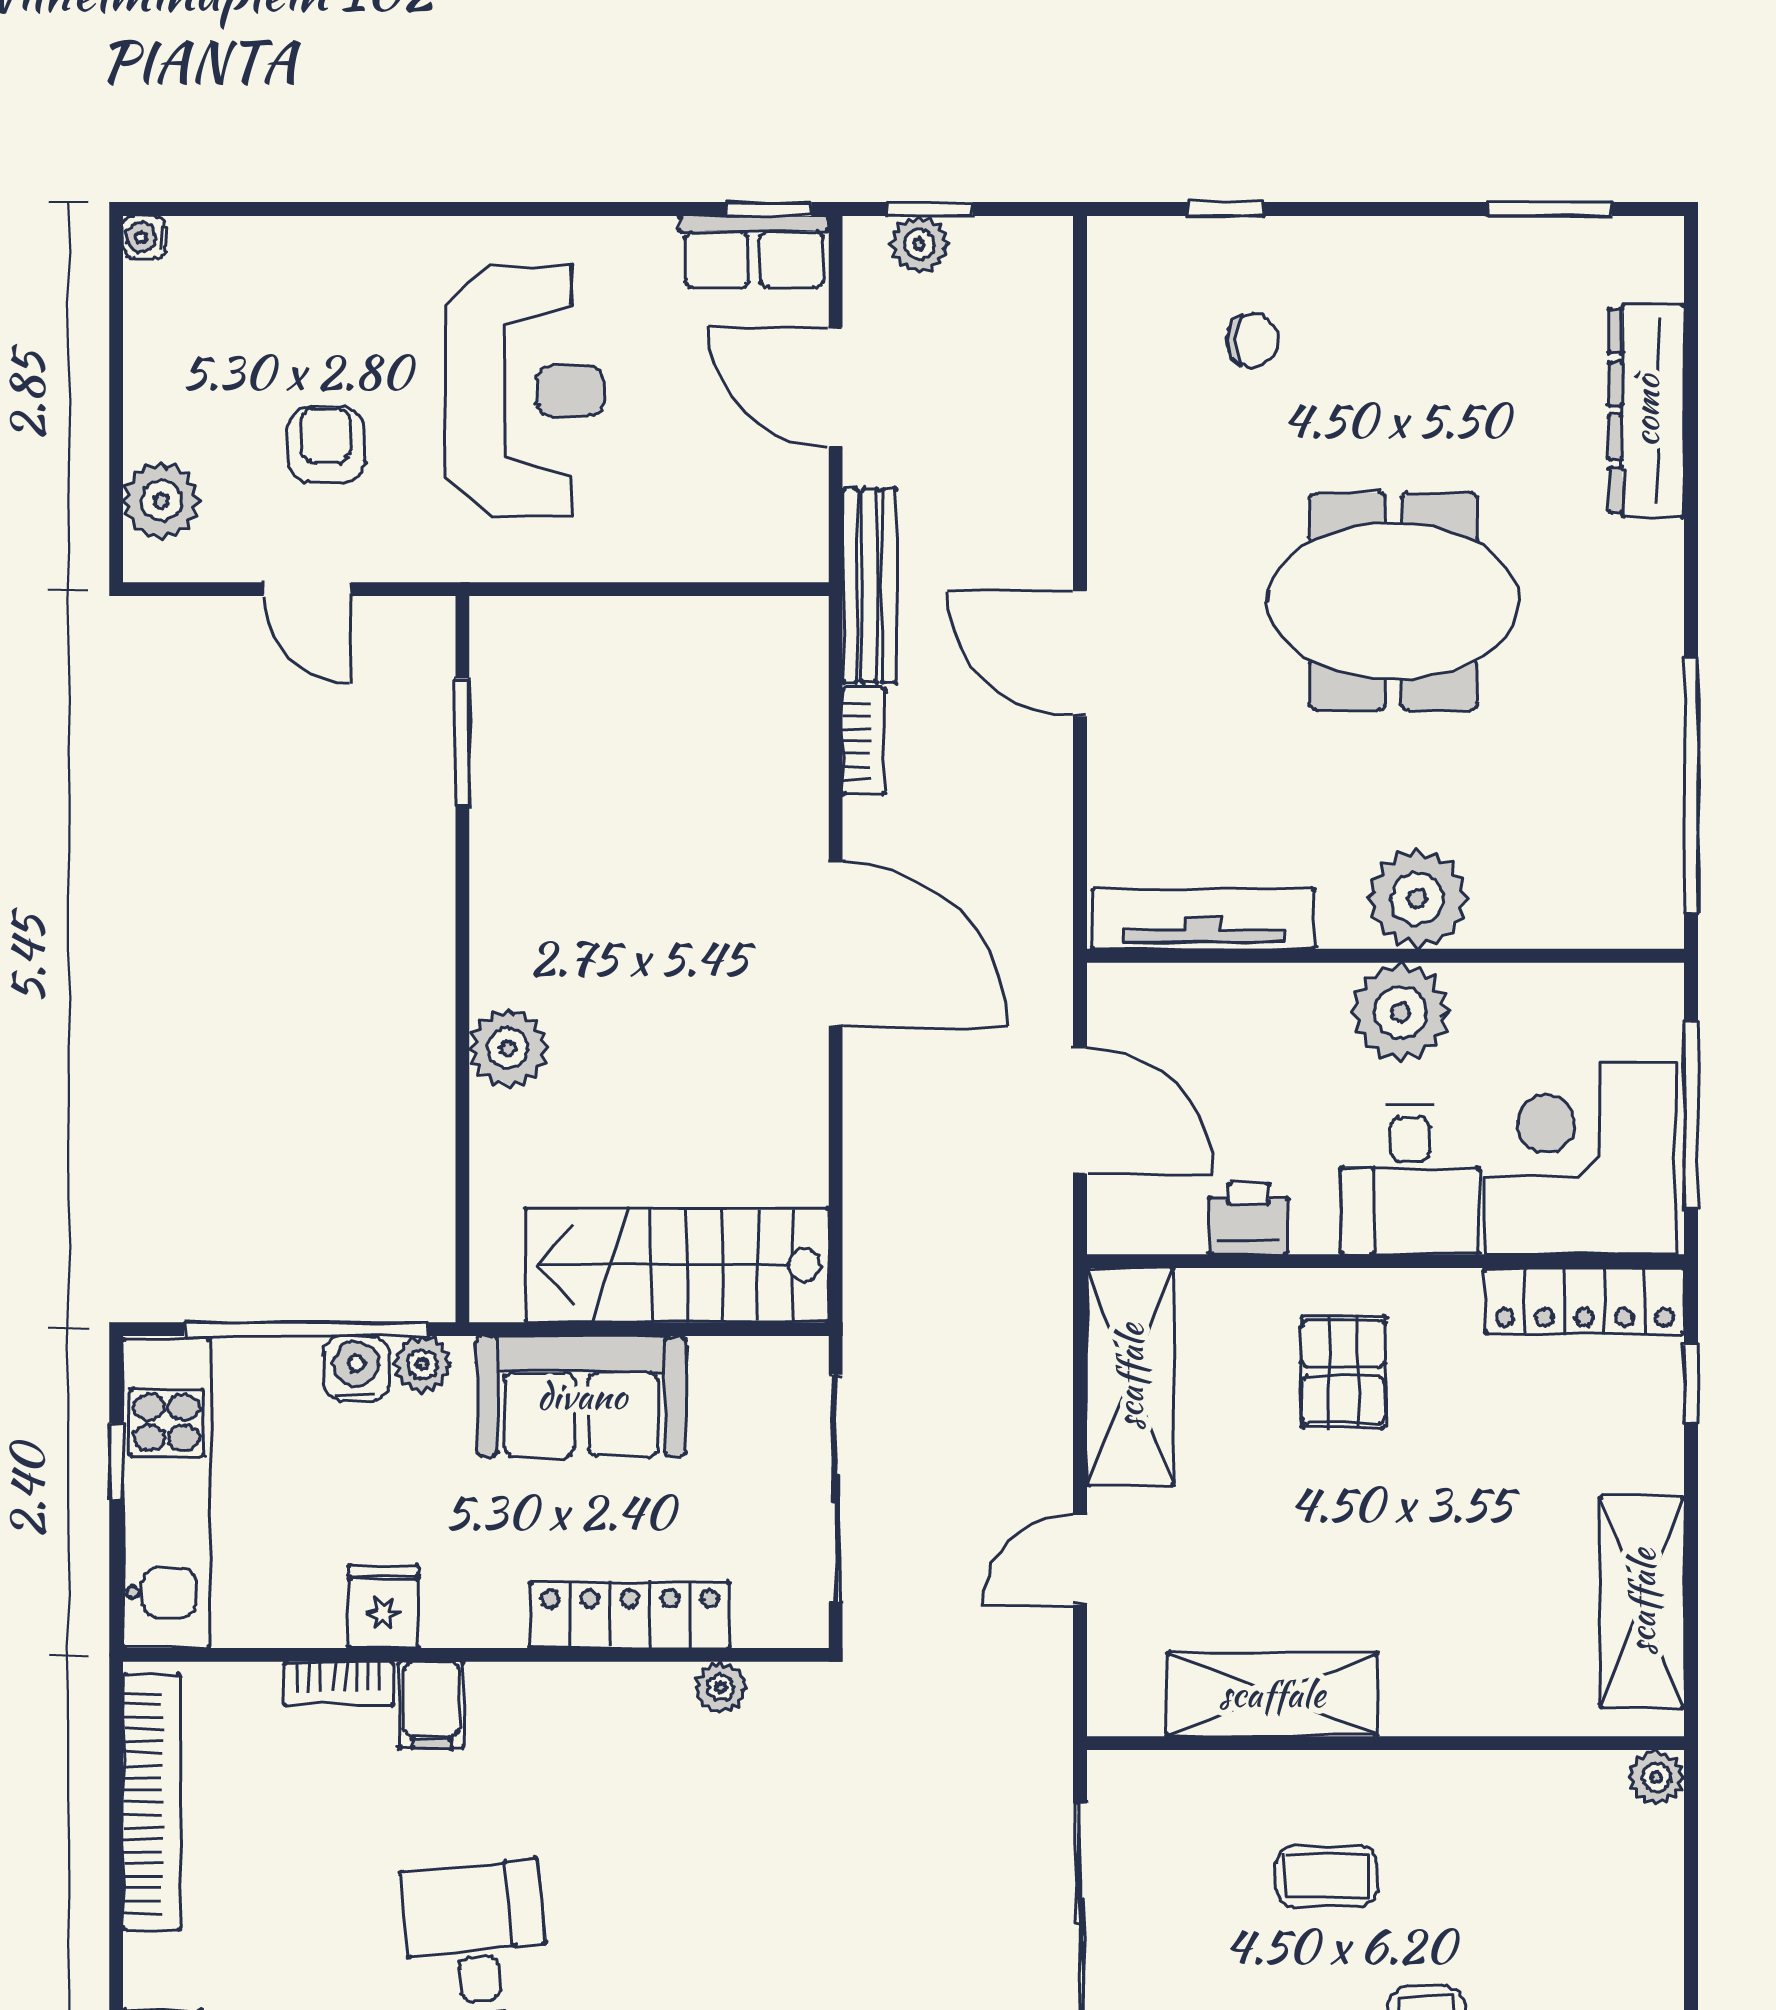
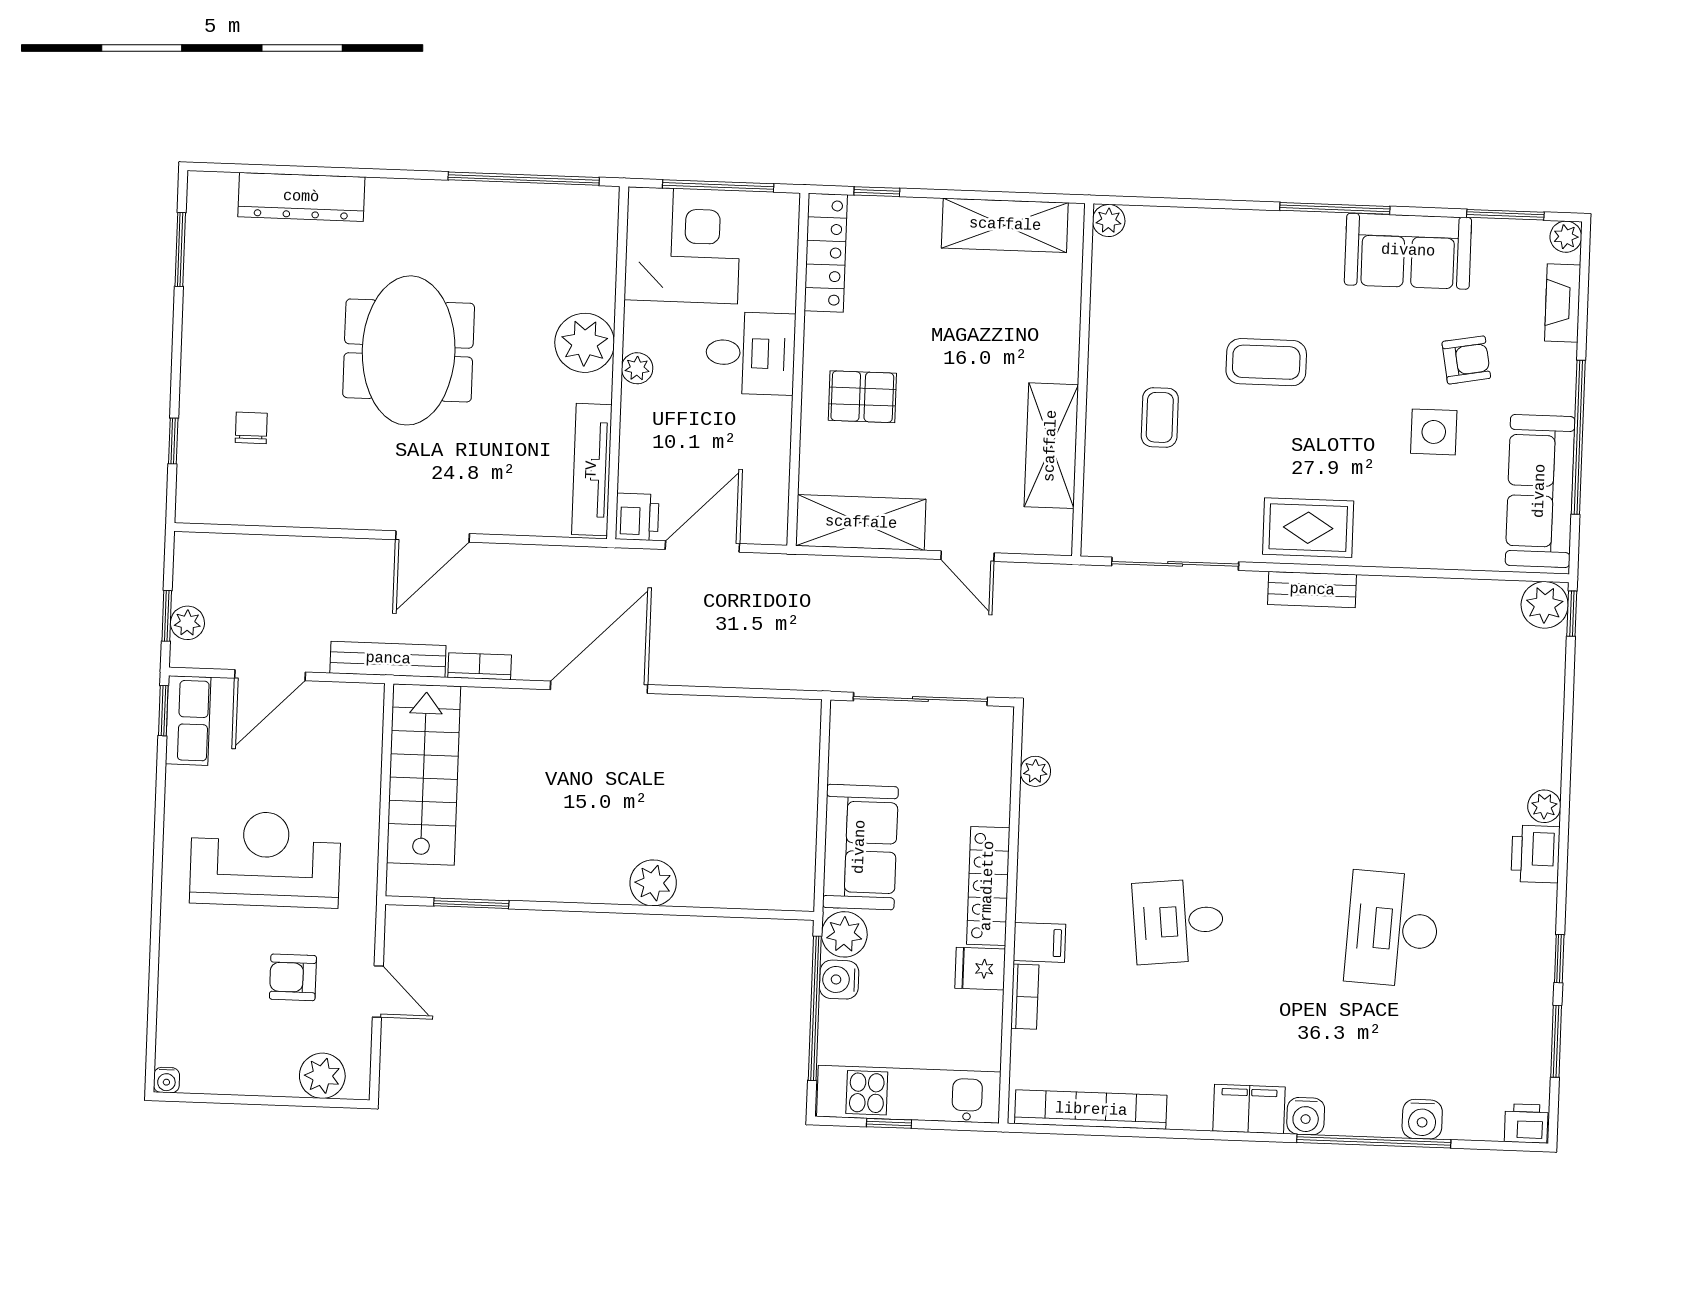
door: (307, 589) -> (378, 992), hinge flipped
plant: (1401, 1012) -> (637, 368), width x0.53, depth x0.53
corner desk: (1581, 1158) -> (683, 245), moved, turned 180
printer: (1248, 1219) -> (637, 517), moved, turned 180
stairs: (677, 1265) -> (424, 775), moved, turned 180
plant: (422, 1364) -> (844, 934), width x1.38, depth x1.38
locker: (630, 1615) -> (988, 886), moved

